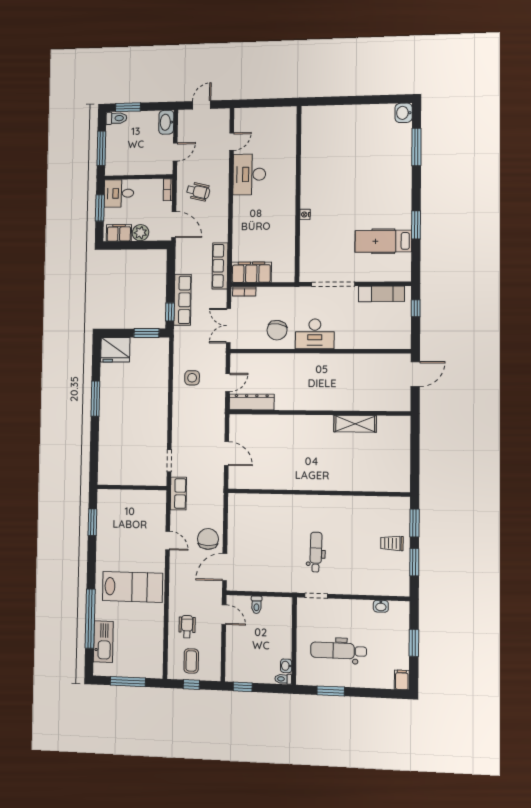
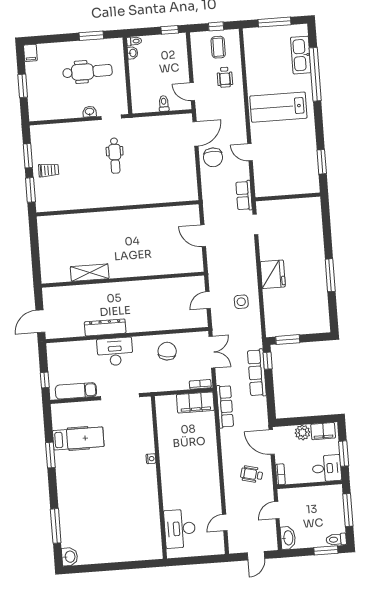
desk: (249, 174) -> (180, 529), moved, turned 180
desk: (315, 334) -> (115, 352), moved
fridge: (115, 350) -> (273, 274), moved, turned 90
dresser: (252, 402) -> (105, 327), moved, turned 180
washbasin: (381, 606) -> (90, 112), moved

